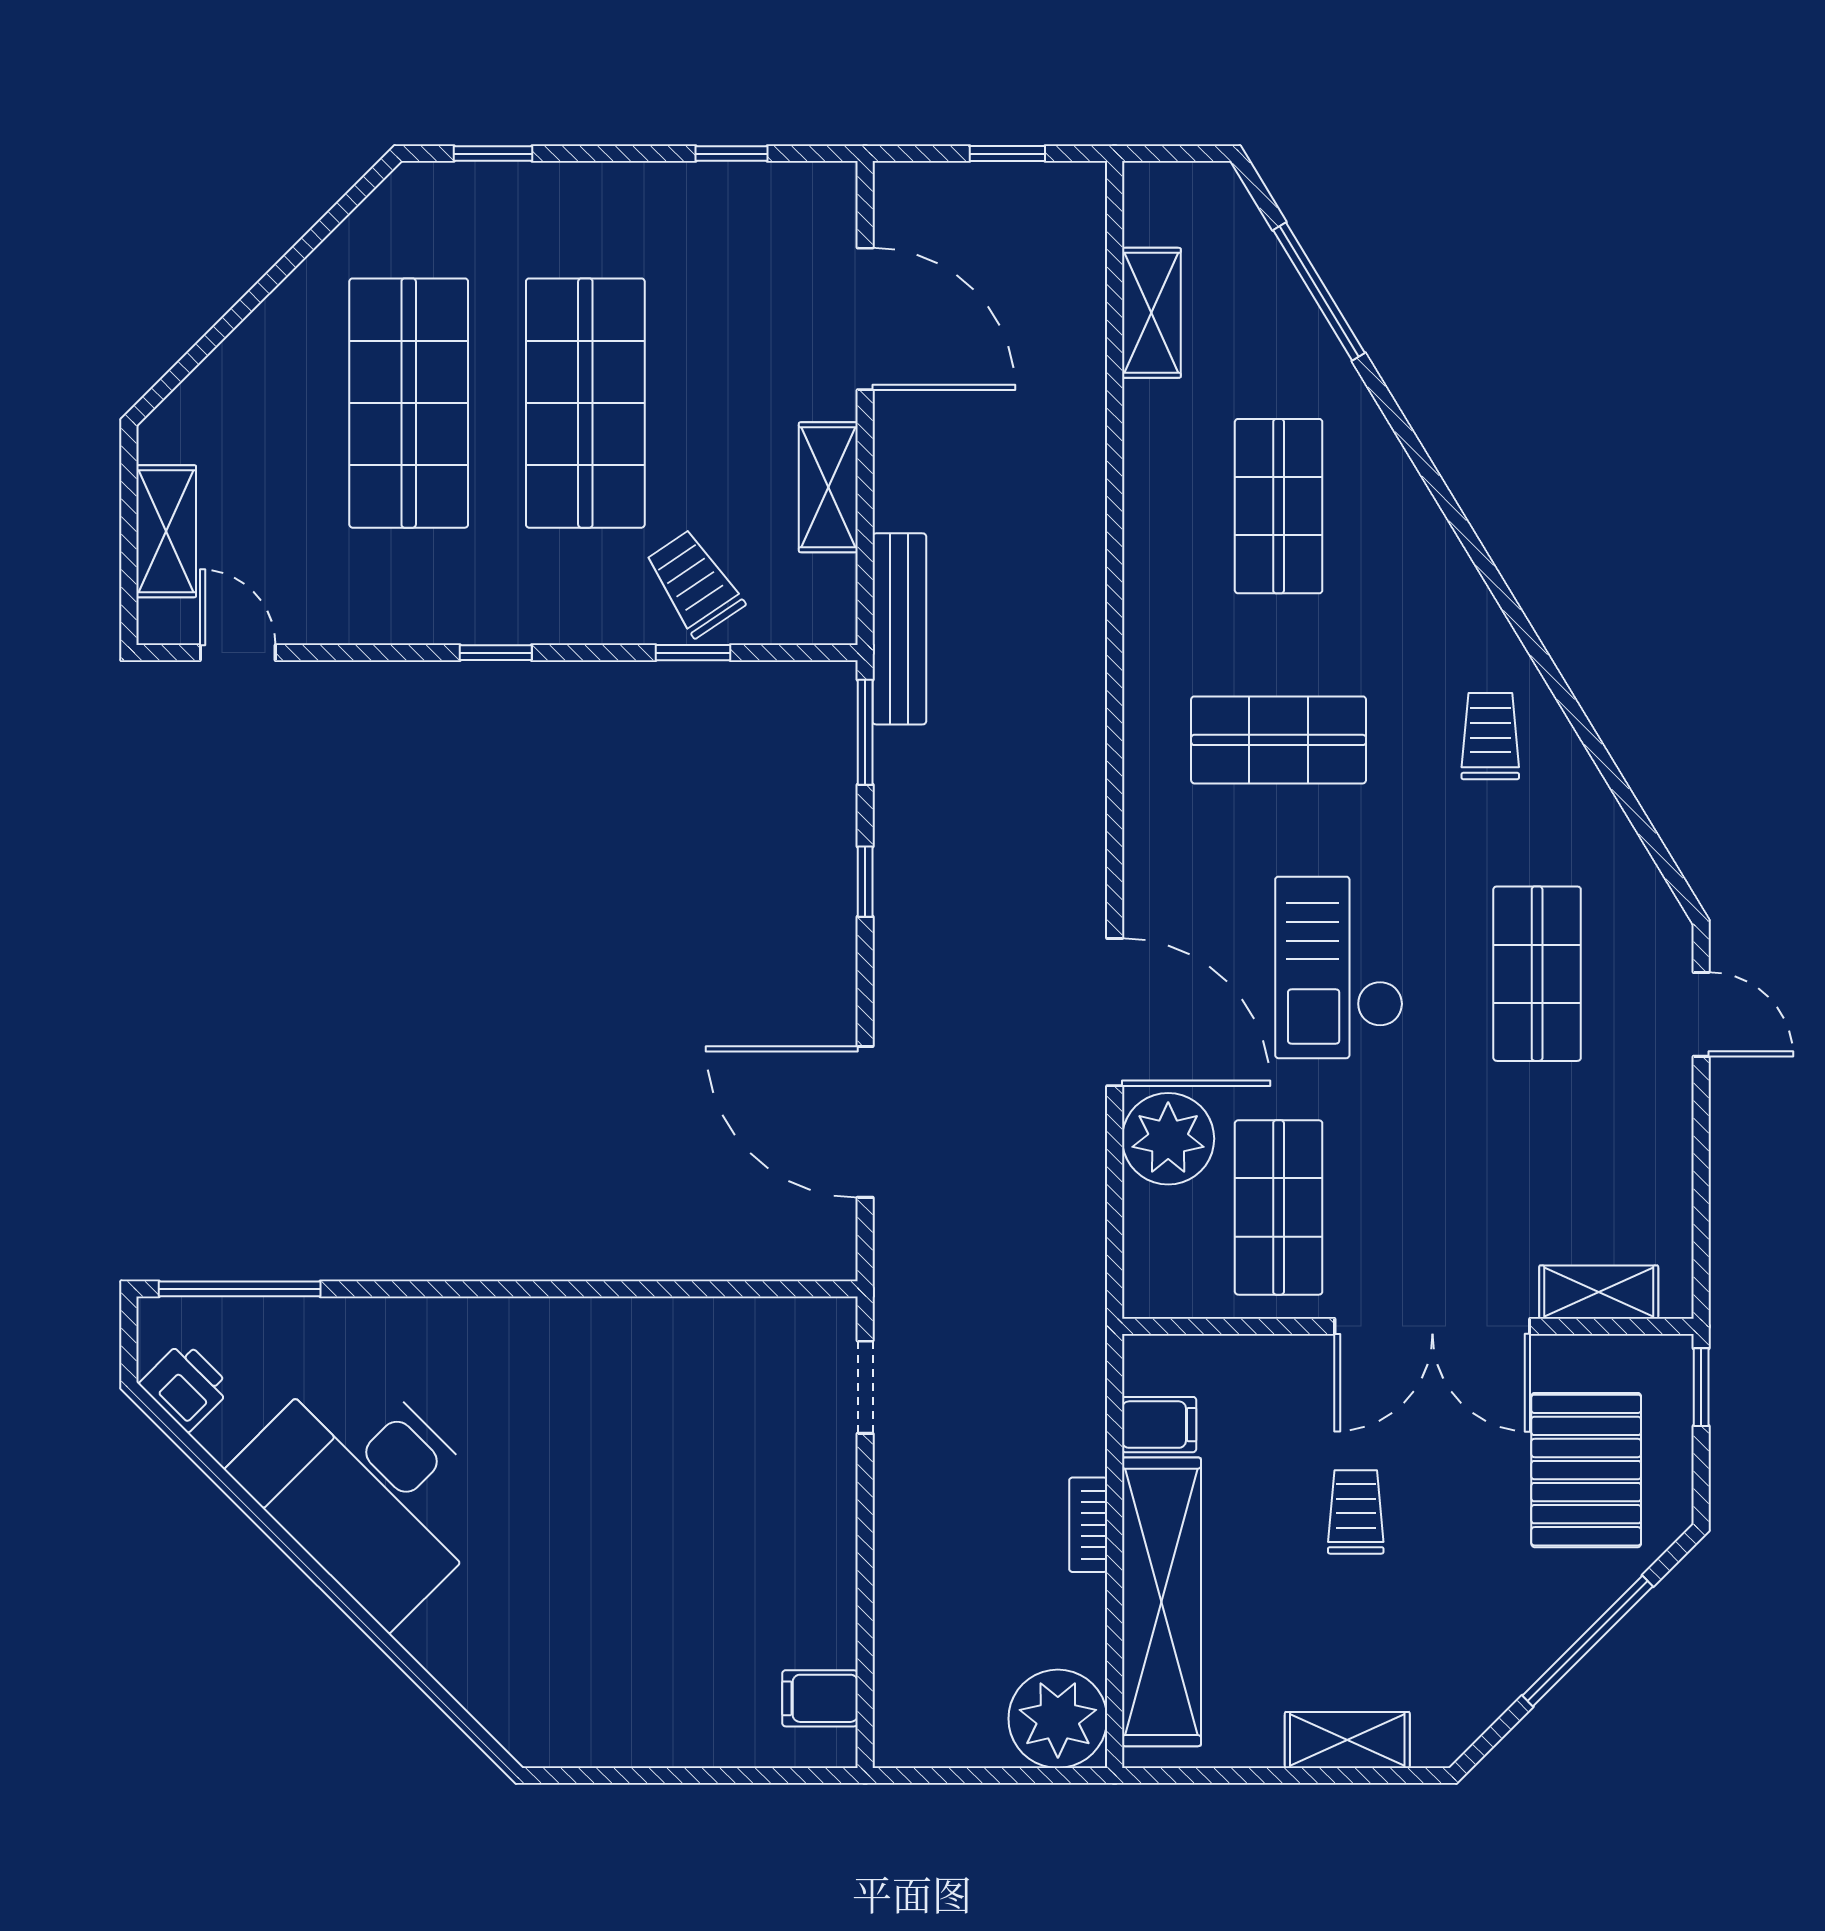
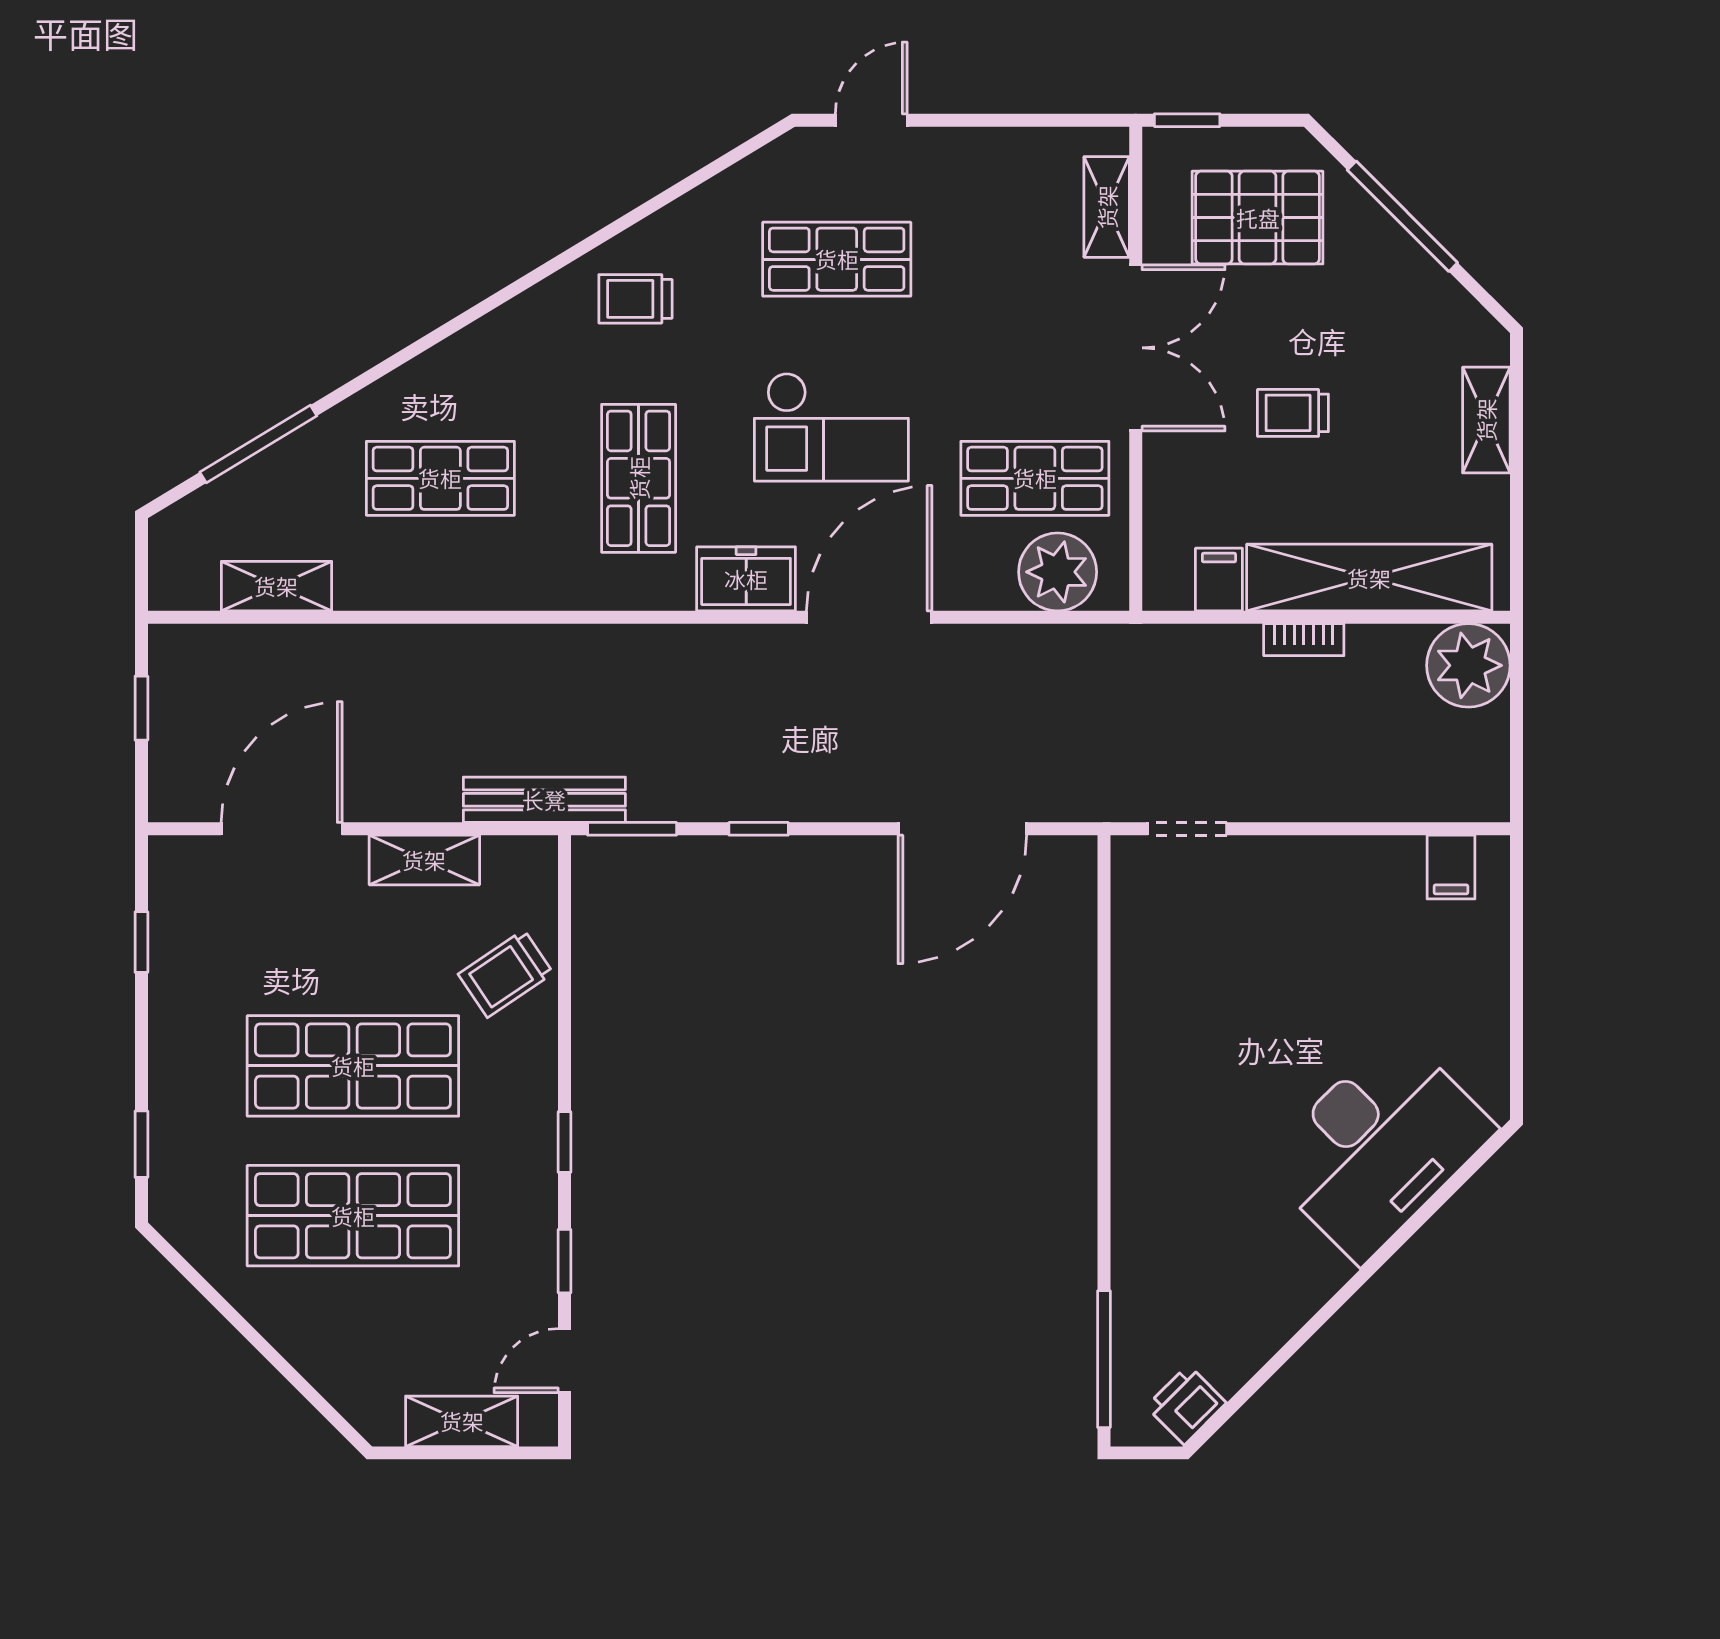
window: (693, 653) -> (565, 1261), moved
freezer: (1160, 867) -> (746, 579), added
plant: (1168, 1139) -> (1058, 572), moved
desk: (368, 1490) -> (1378, 1147), moved

